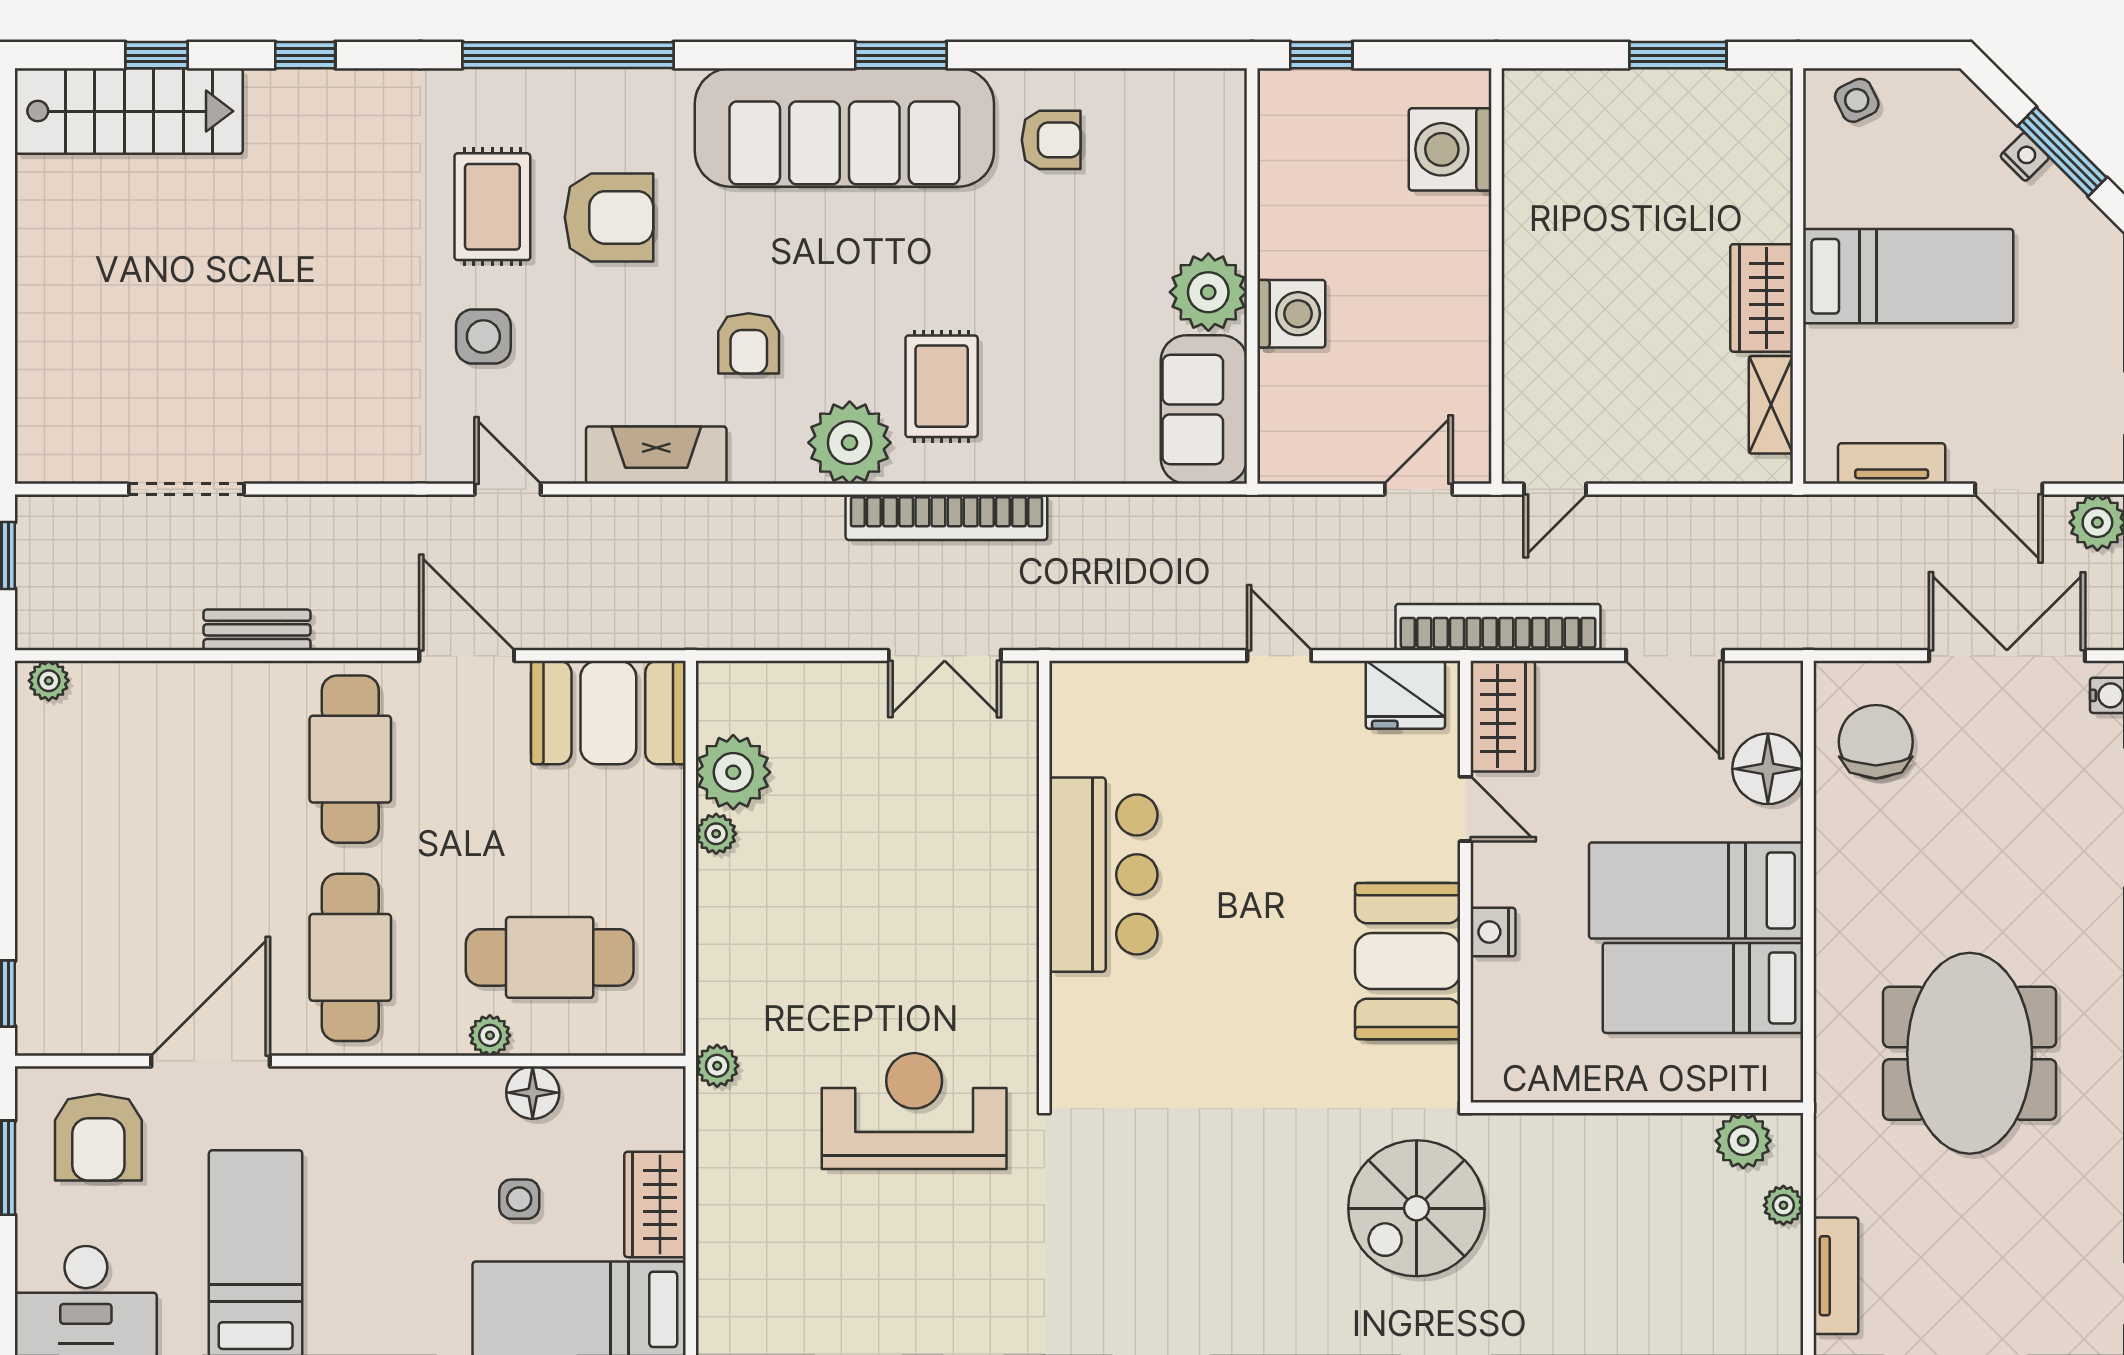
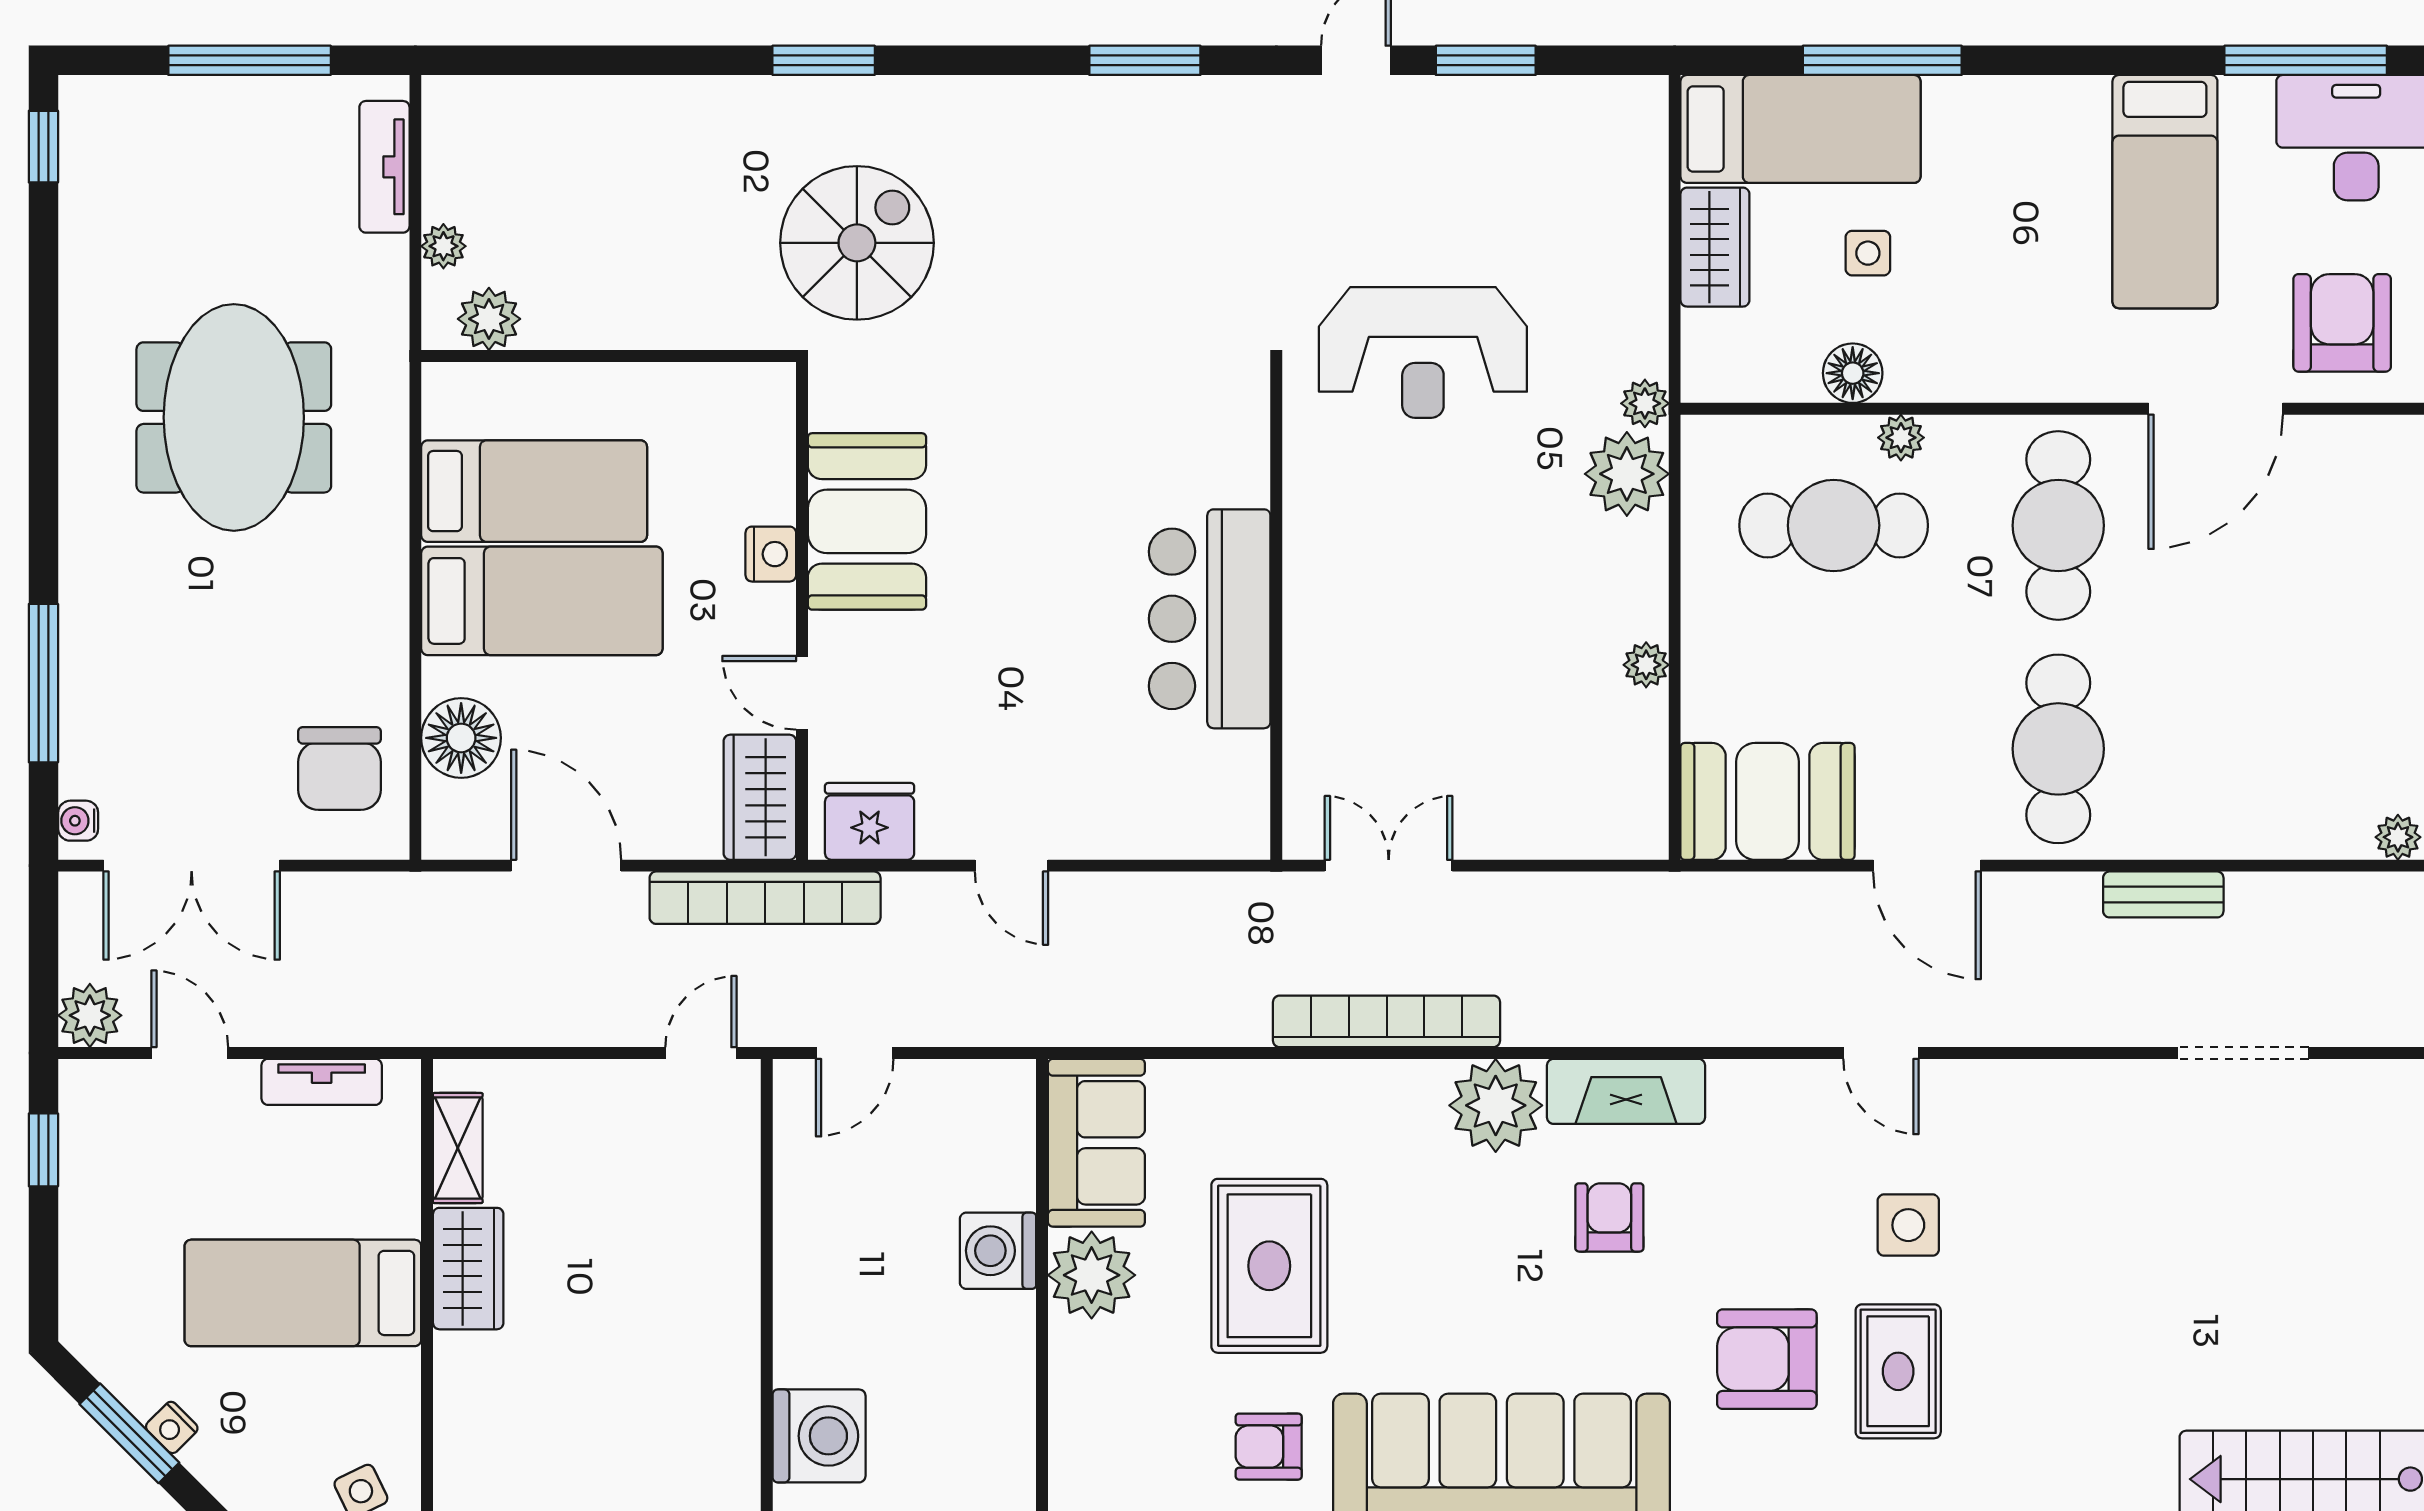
rug: (942, 386) -> (1269, 1266), moved, width x1.36, depth x1.43
fireplace: (656, 455) -> (1626, 1091), moved
plant: (733, 772) -> (1627, 474), moved

